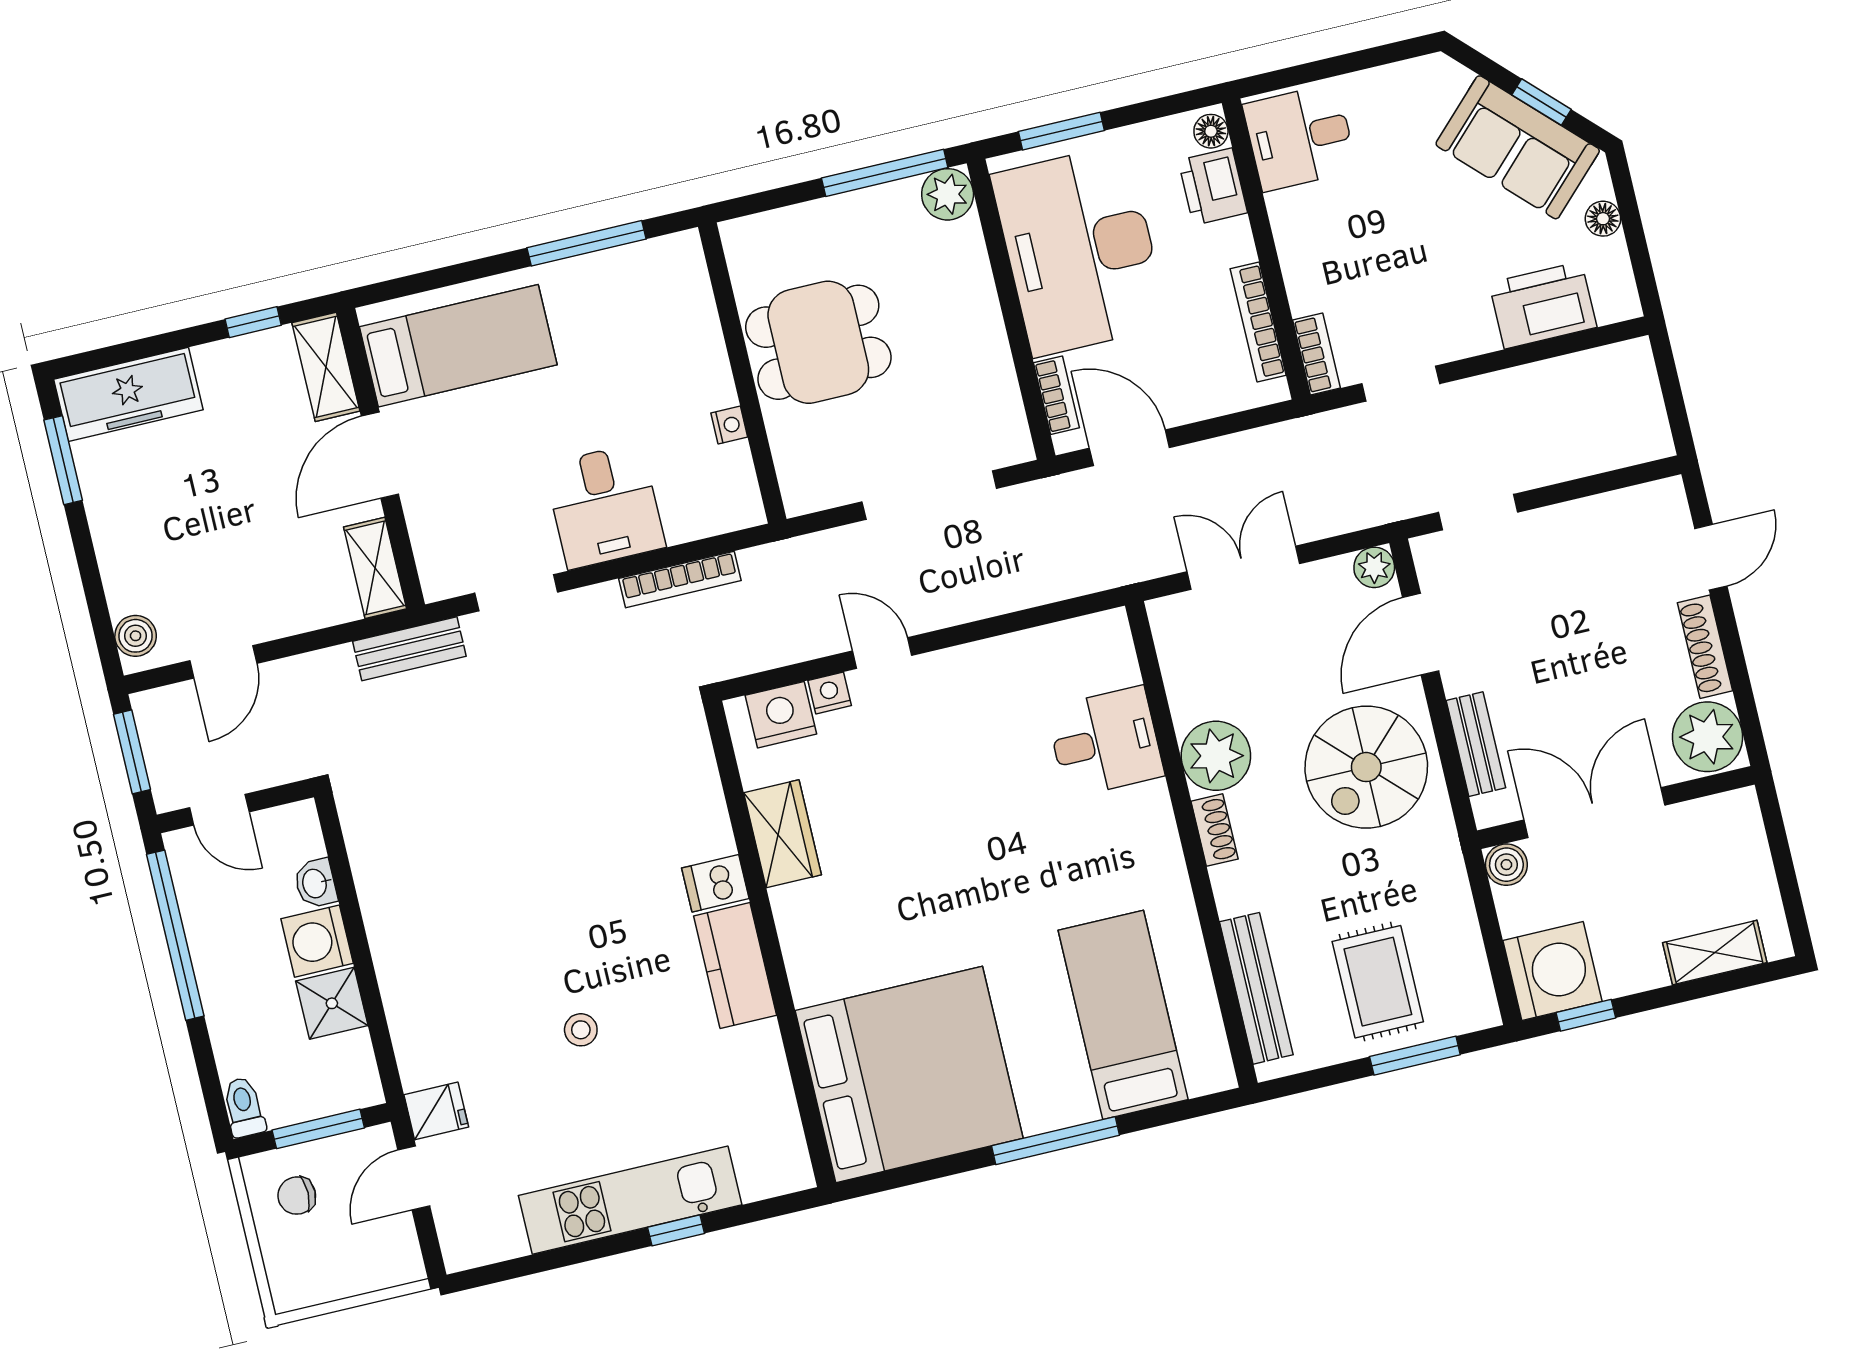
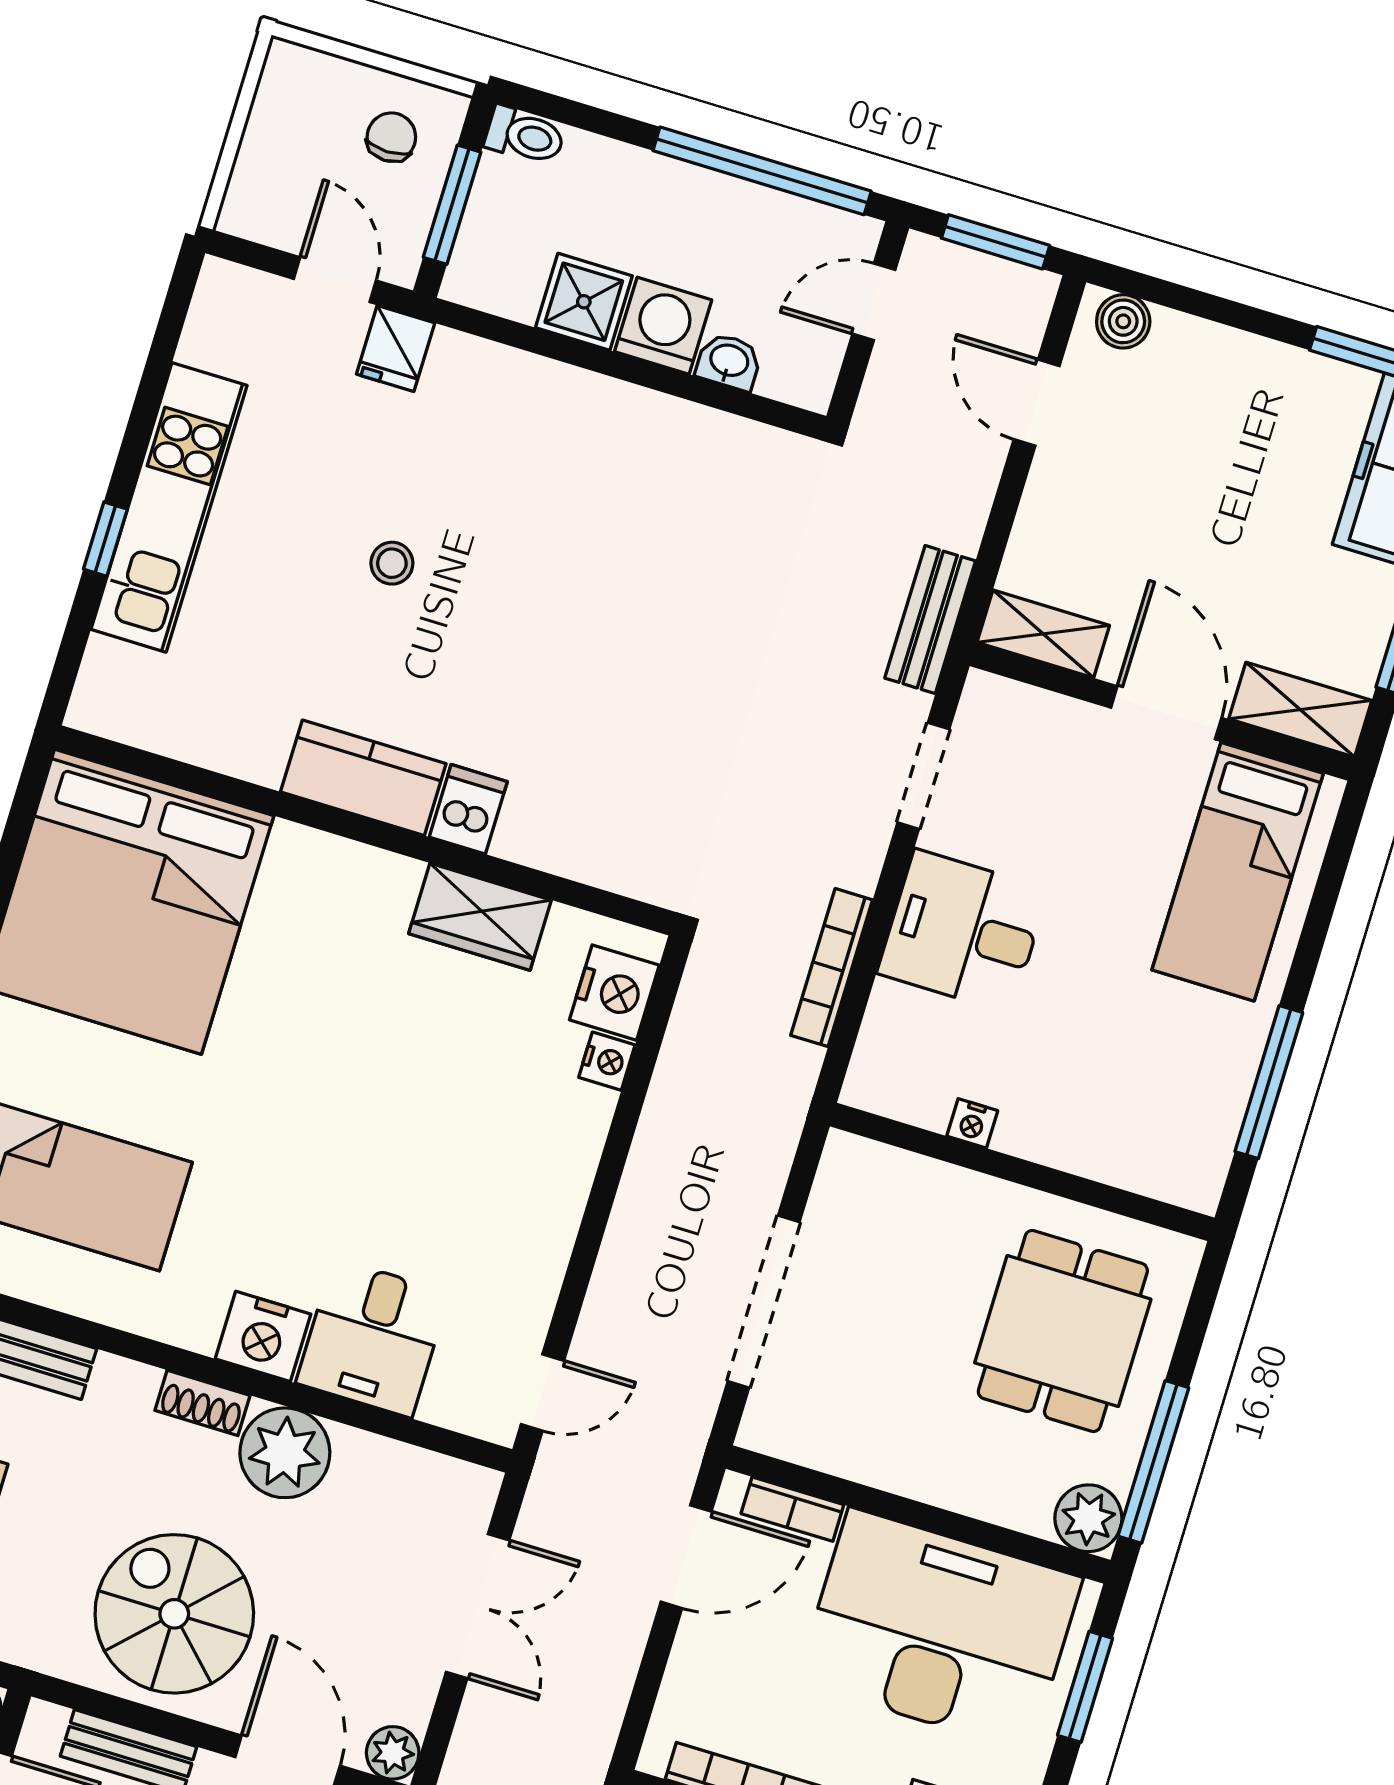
dining table: (818, 342) -> (1063, 1331), moved
door: (882, 653) -> (543, 1393), moved
nightstand: (1147, 816) -> (263, 1336), added

